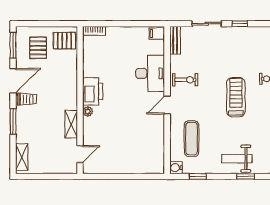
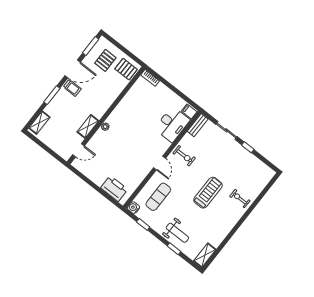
desk: (150, 73) -> (172, 124), moved
printer: (93, 91) -> (114, 189), moved, turned -90
door: (167, 105) -> (160, 163), swing flipped
weight bench: (237, 159) -> (177, 233), turned 180

